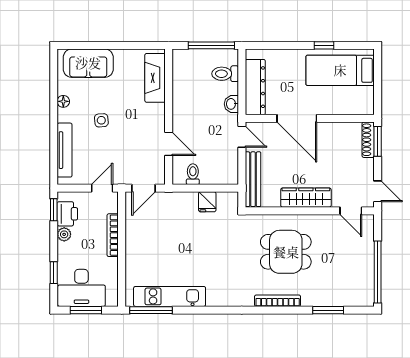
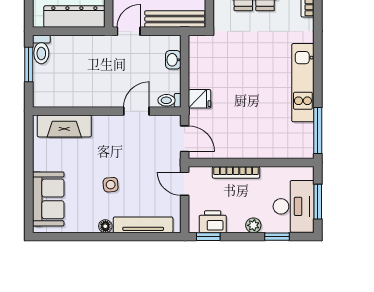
window: (211, 45) -> (29, 64), width x0.69
toilet: (225, 74) -> (41, 49), moved
floor lamp: (63, 101) -> (105, 226), moved
washbasin: (231, 104) -> (173, 60), moved, turned 90
toilet: (193, 174) -> (169, 100), moved
fridge: (207, 202) -> (200, 99), moved
plant: (64, 234) -> (253, 225), moved
kitchen unit: (170, 296) -> (303, 83), moved

